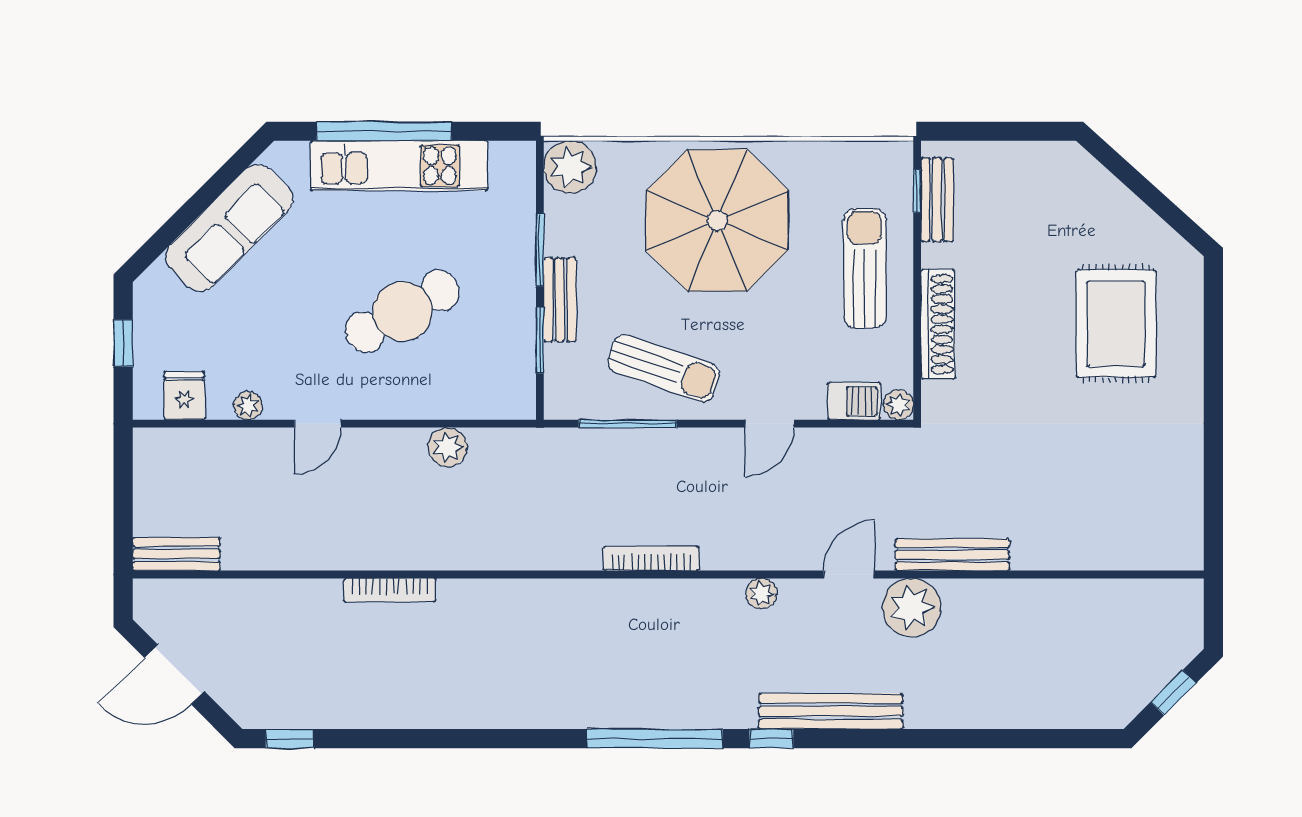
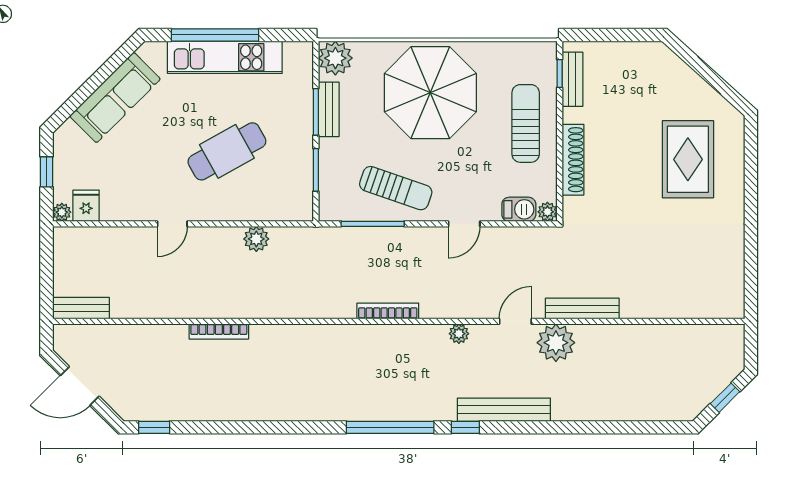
bench: (560, 300) -> (329, 109), moved
plant: (248, 406) -> (62, 212), moved

